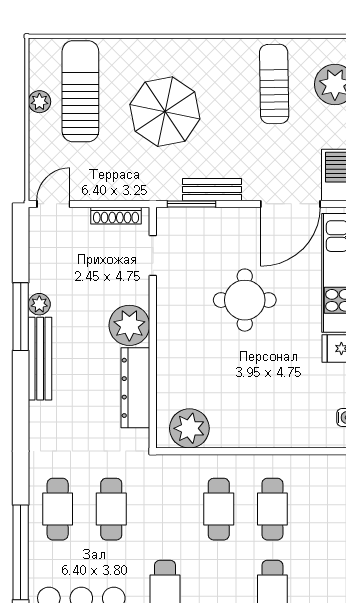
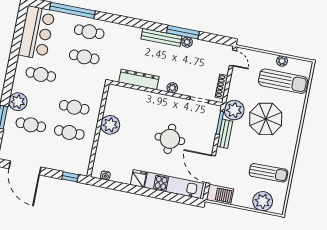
plant: (160, 180) -> (234, 110), added
plant: (129, 325) -> (172, 88), width x0.53, depth x0.53
plant: (189, 428) -> (110, 125), moved

